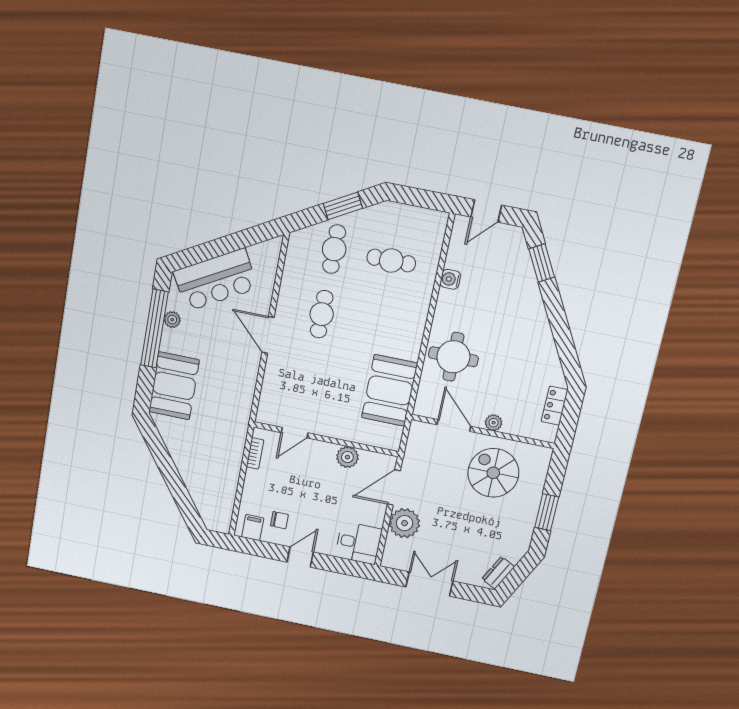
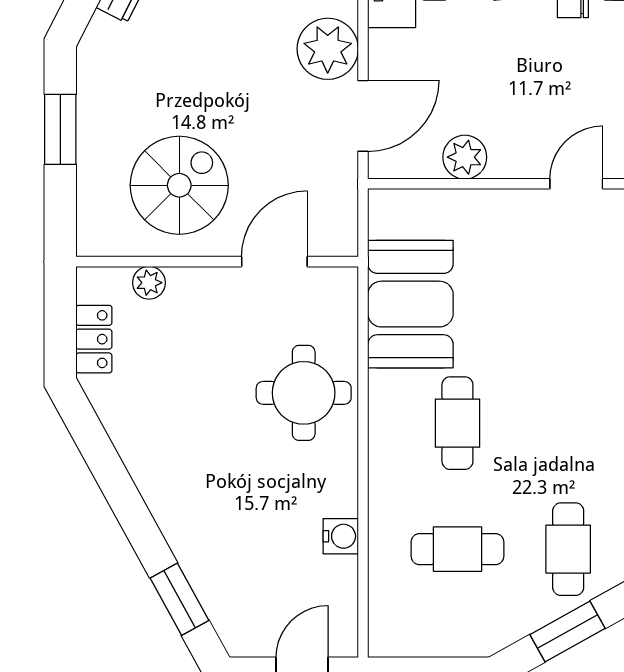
cafe table: (322, 314) -> (457, 423), moved
plant: (494, 423) -> (149, 283), moved
door: (454, 425) -> (274, 262), swing flipped
spiral stairs: (493, 473) -> (179, 185), turned -90

